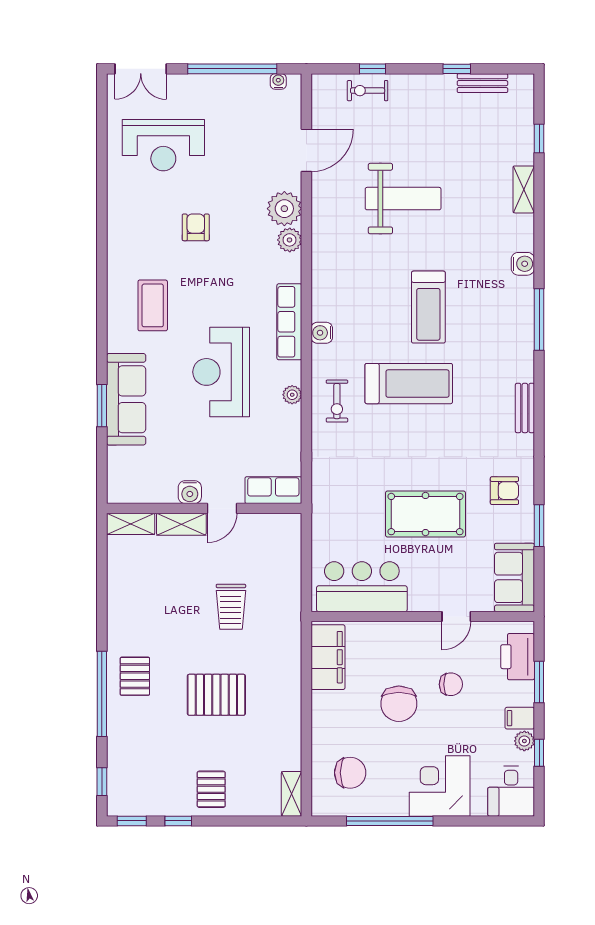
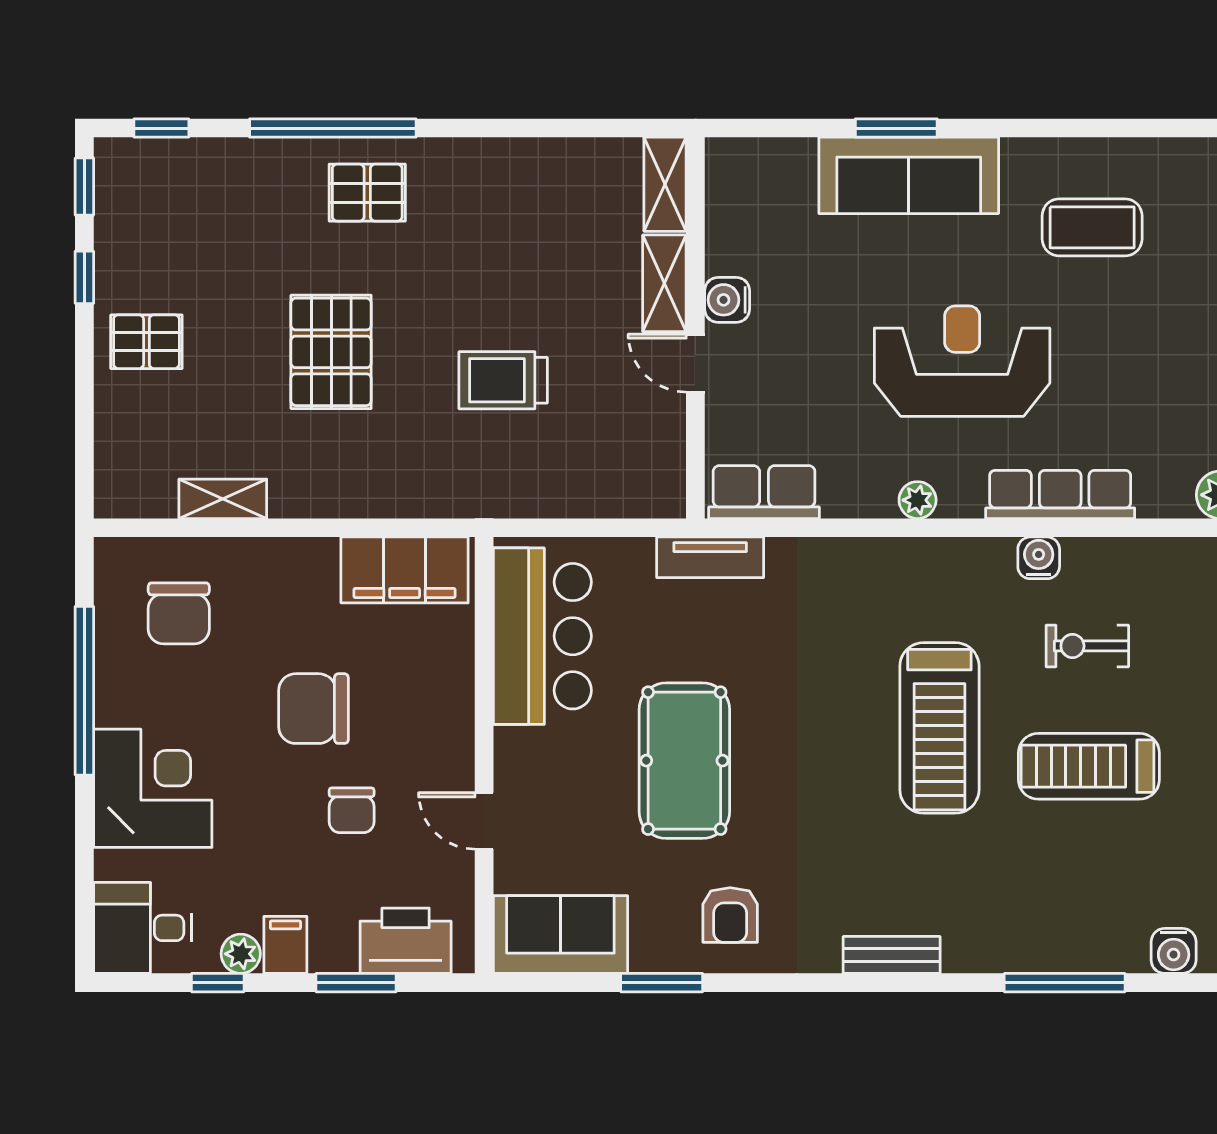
exercise bike: (337, 401) -> (1087, 646), moved
row of seats: (273, 490) -> (764, 492), moved, turned -90
tv unit: (321, 501) -> (710, 557), added
shelving: (292, 794) -> (223, 499), moved

